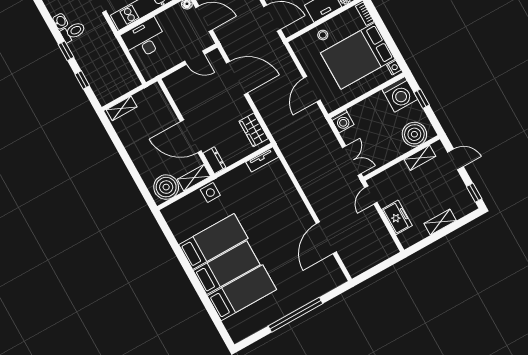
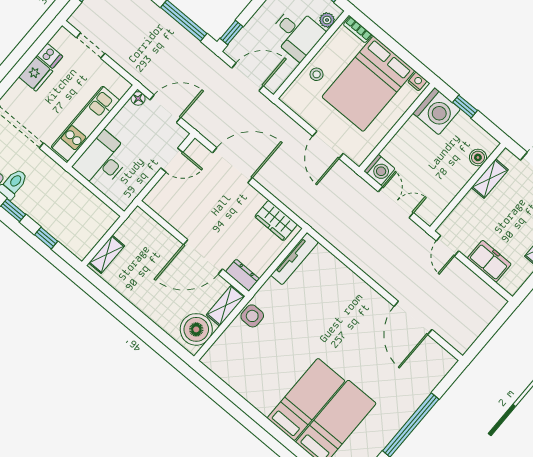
boiler: (414, 134) -> (478, 157), width x0.54, depth x0.54
tv unit: (262, 159) -> (295, 259), width x1.41
double door: (352, 161) -> (396, 202), moved
bed: (213, 242) -> (278, 374), removed

